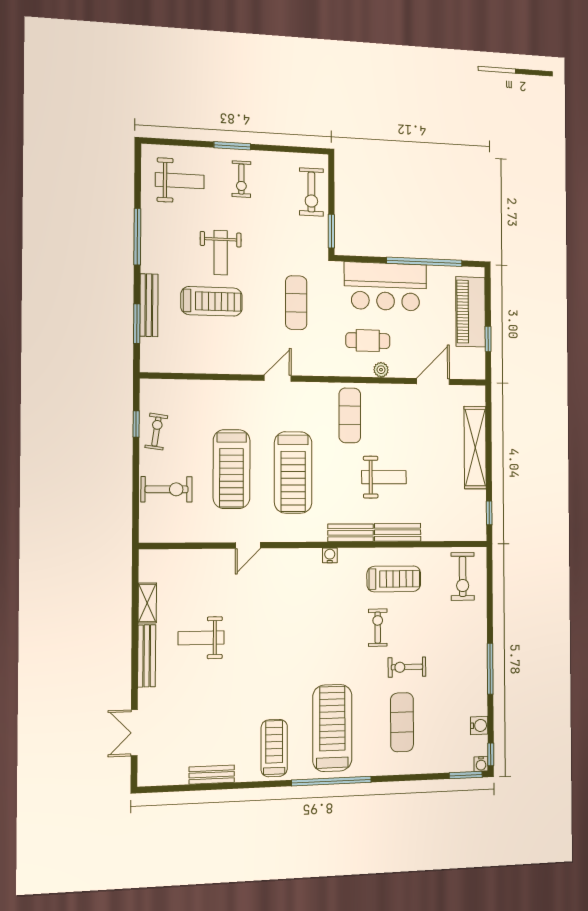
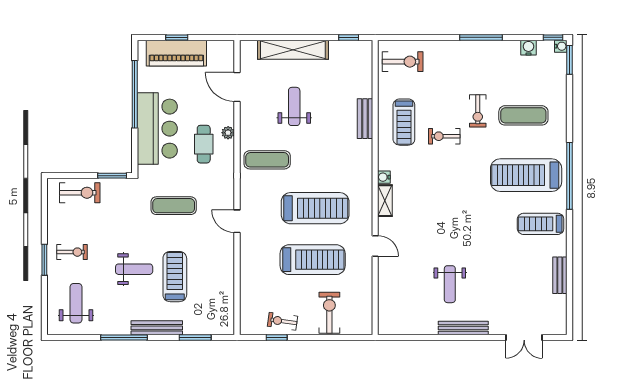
bench: (149, 305) -> (157, 328), moved
window: (488, 339) -> (177, 37), moved
weight bench: (384, 477) -> (294, 106), moved
bench: (351, 533) -> (365, 159), removed
treadmill: (394, 579) -> (404, 122), turned 180
shelving: (147, 603) -> (385, 201), moved, turned 90

